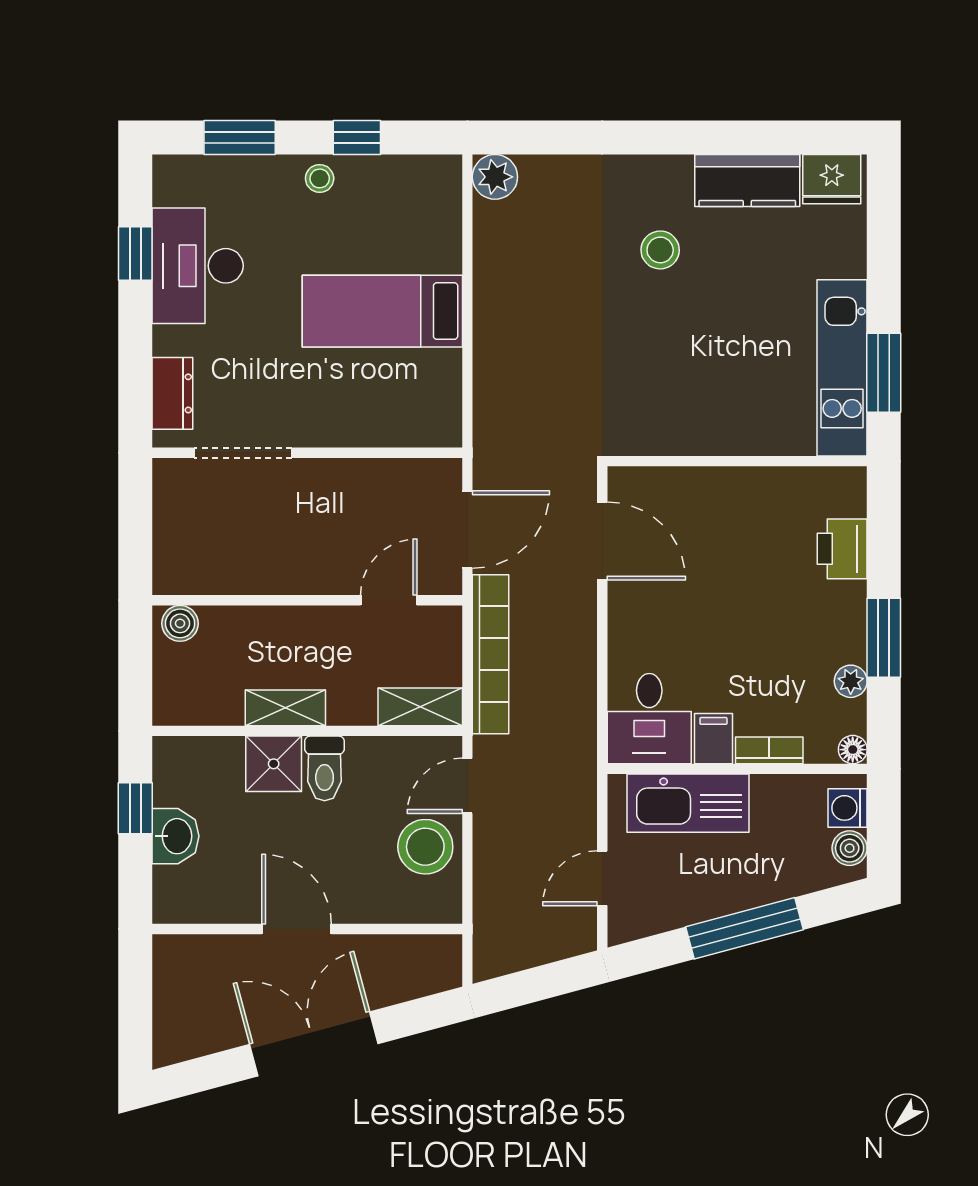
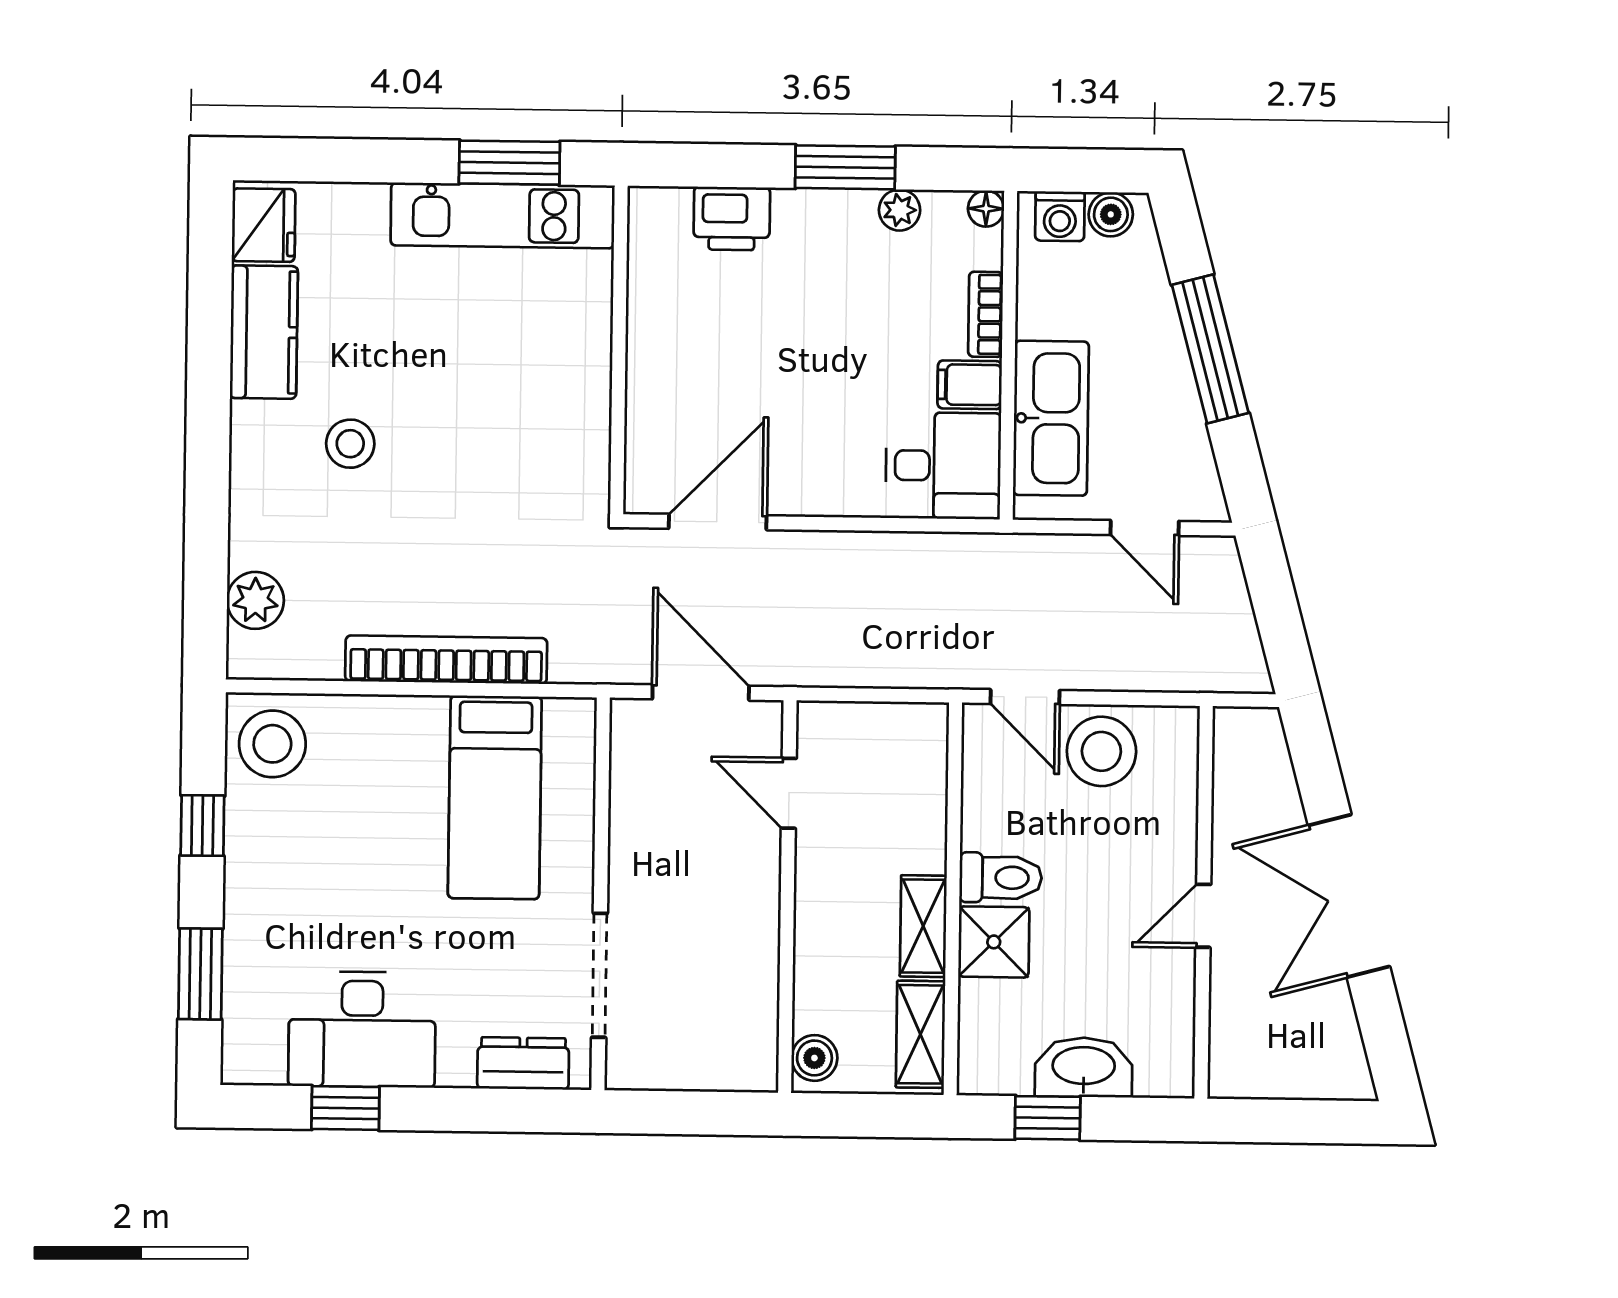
plant: (495, 177) -> (255, 600), moved
stool: (320, 178) -> (272, 744), moved, width x1.89, depth x1.89
bed: (382, 311) -> (495, 797), moved
bookcase: (491, 654) -> (446, 660), moved
shelving: (420, 707) -> (920, 1034), moved
washbasin: (176, 836) -> (1084, 1067), width x1.38
door: (297, 929) -> (1203, 916), width x0.73

